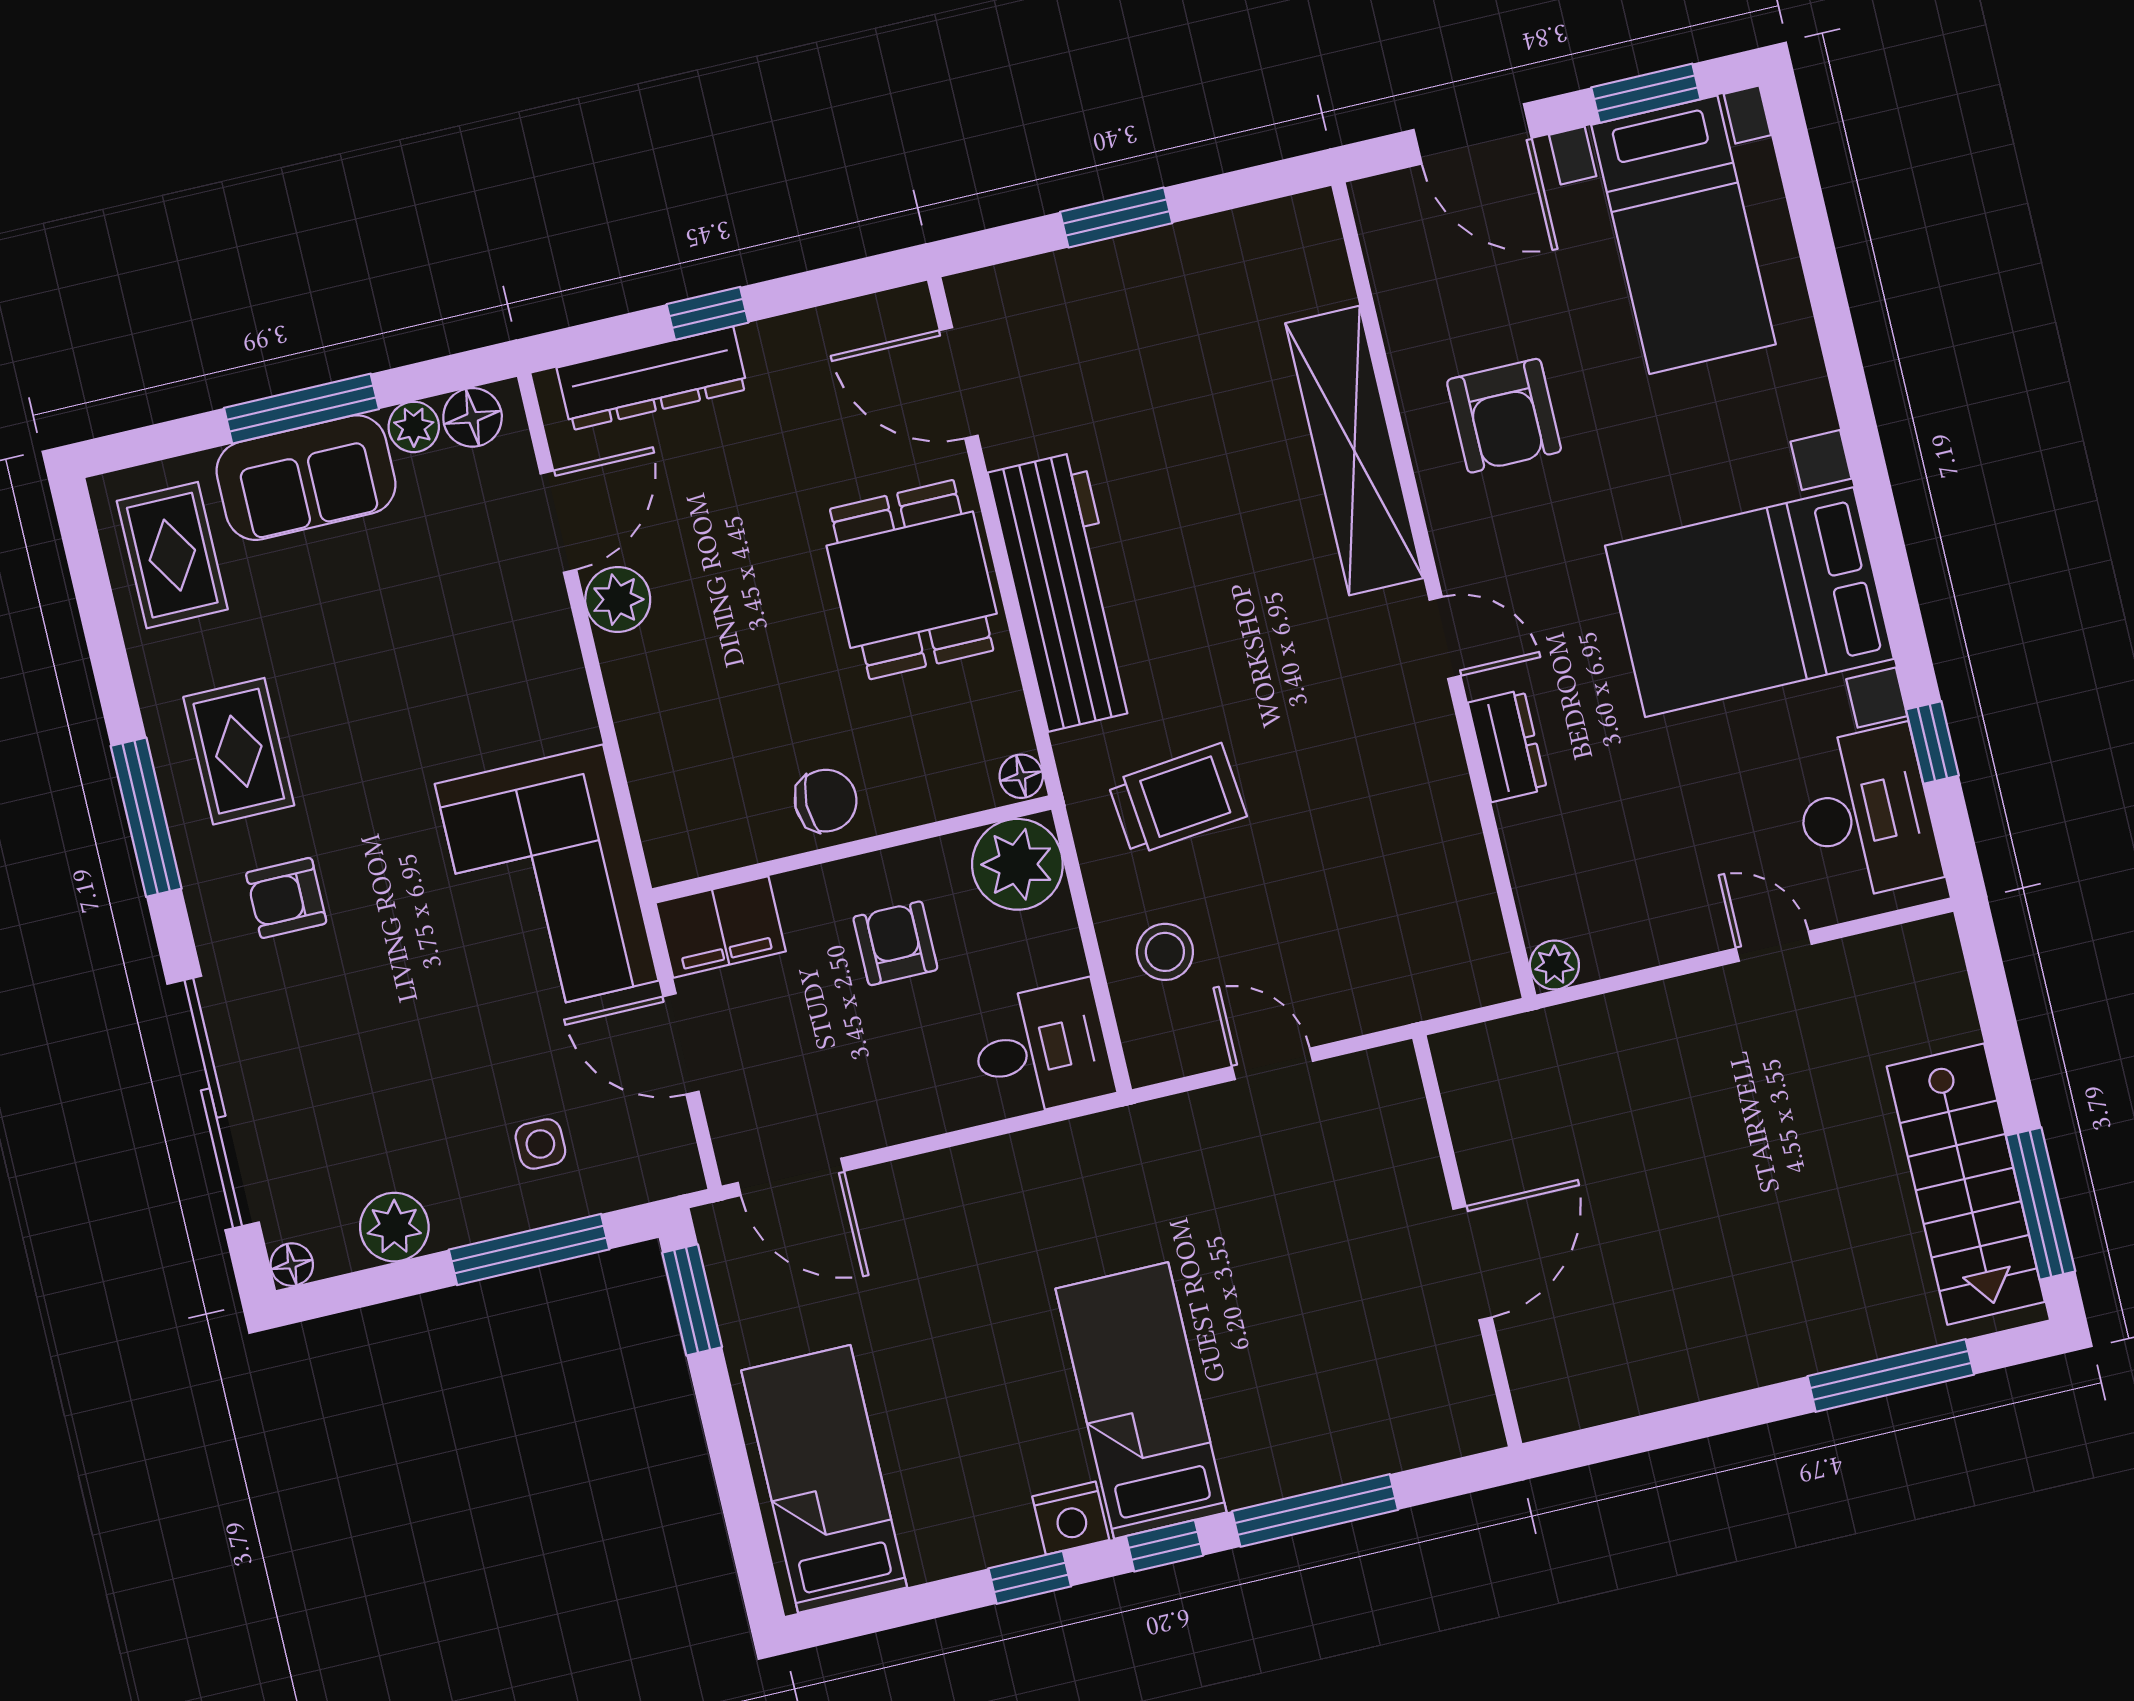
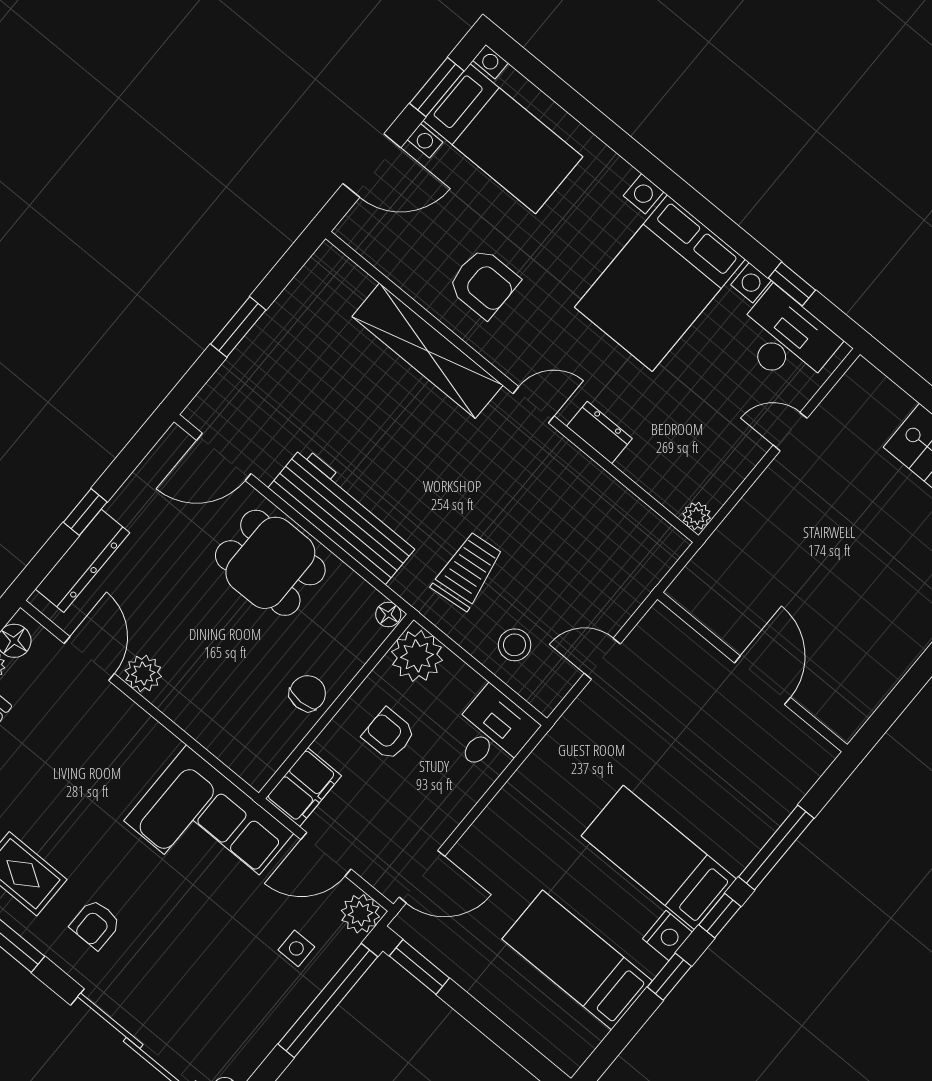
plant: (394, 1227) -> (360, 914), moved
window: (529, 1250) -> (328, 1000), width x1.46
bed: (824, 1479) -> (577, 960), moved

